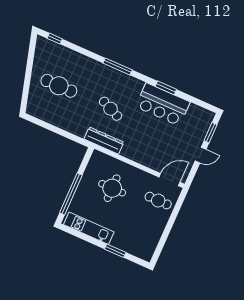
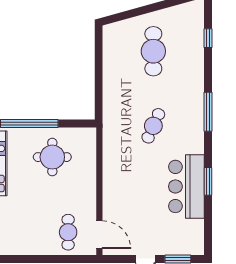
window: (55, 39) -> (208, 38), moved
dresser: (104, 141) -> (111, 135), removed
round table: (112, 188) -> (52, 157), moved

